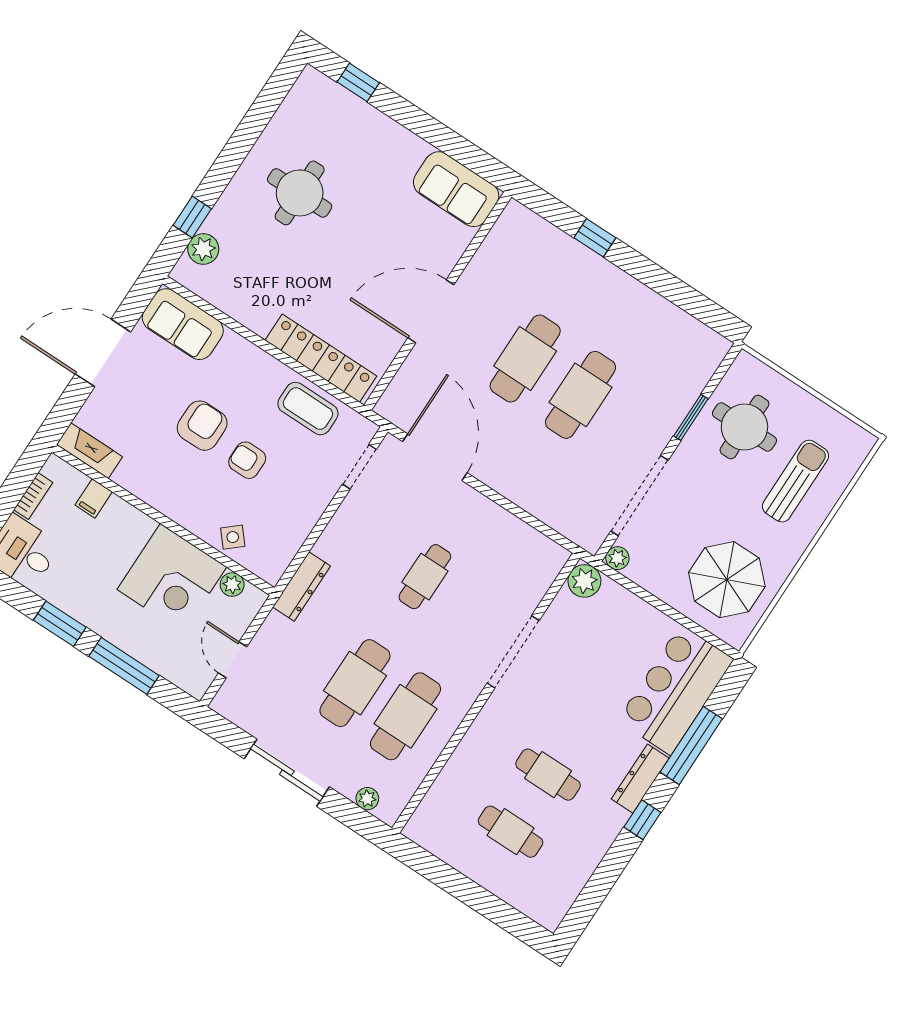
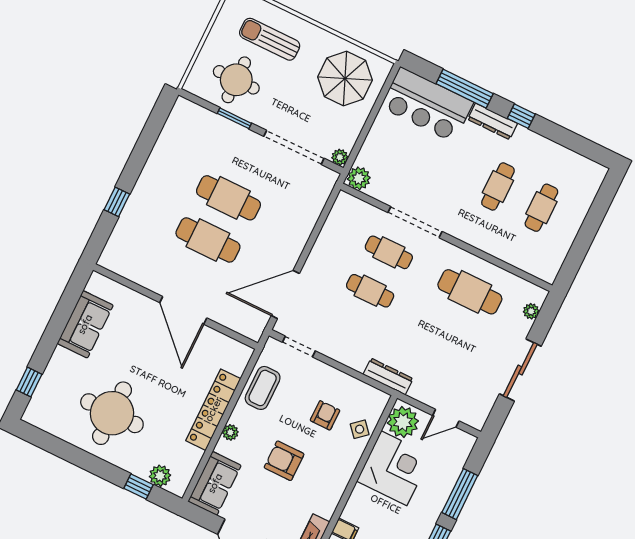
sofa: (456, 189) -> (85, 324), moved
round table: (300, 193) -> (112, 413), width x1.36, depth x1.36
plant: (251, 355) -> (230, 432), added
locker: (321, 358) -> (213, 410), moved
armchair: (247, 460) -> (325, 415), moved, turned 180
plant: (232, 585) -> (403, 422), width x1.87, depth x1.87
cafe table: (355, 683) -> (389, 252), moved, width x0.73, depth x0.74

